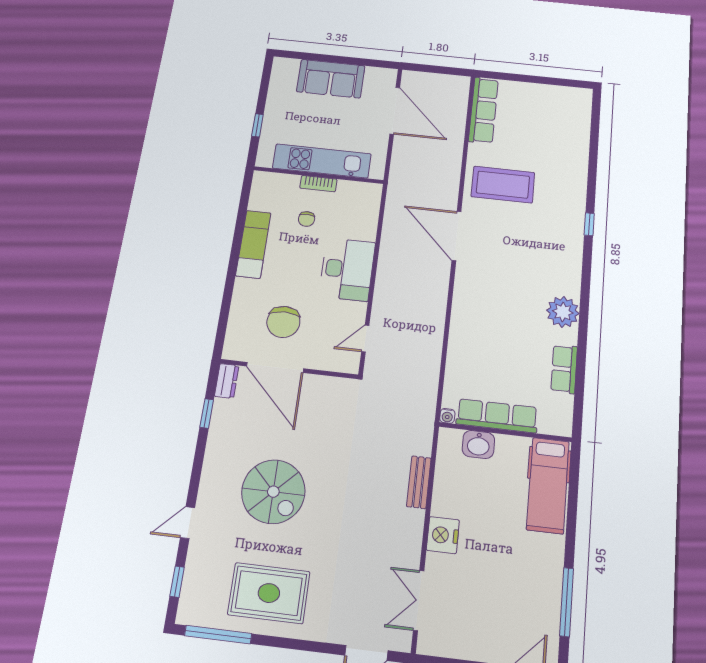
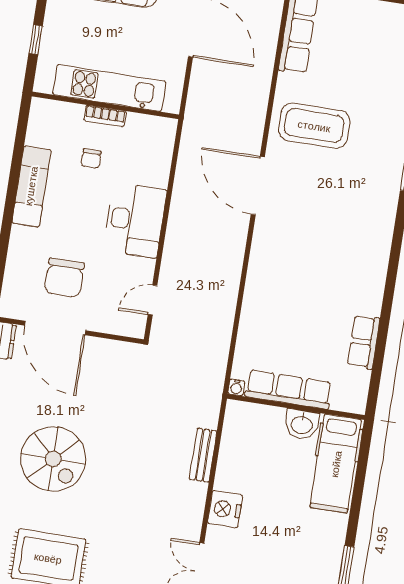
plant: (563, 312) -> (368, 278), removed
washbasin: (478, 444) -> (302, 424), moved

